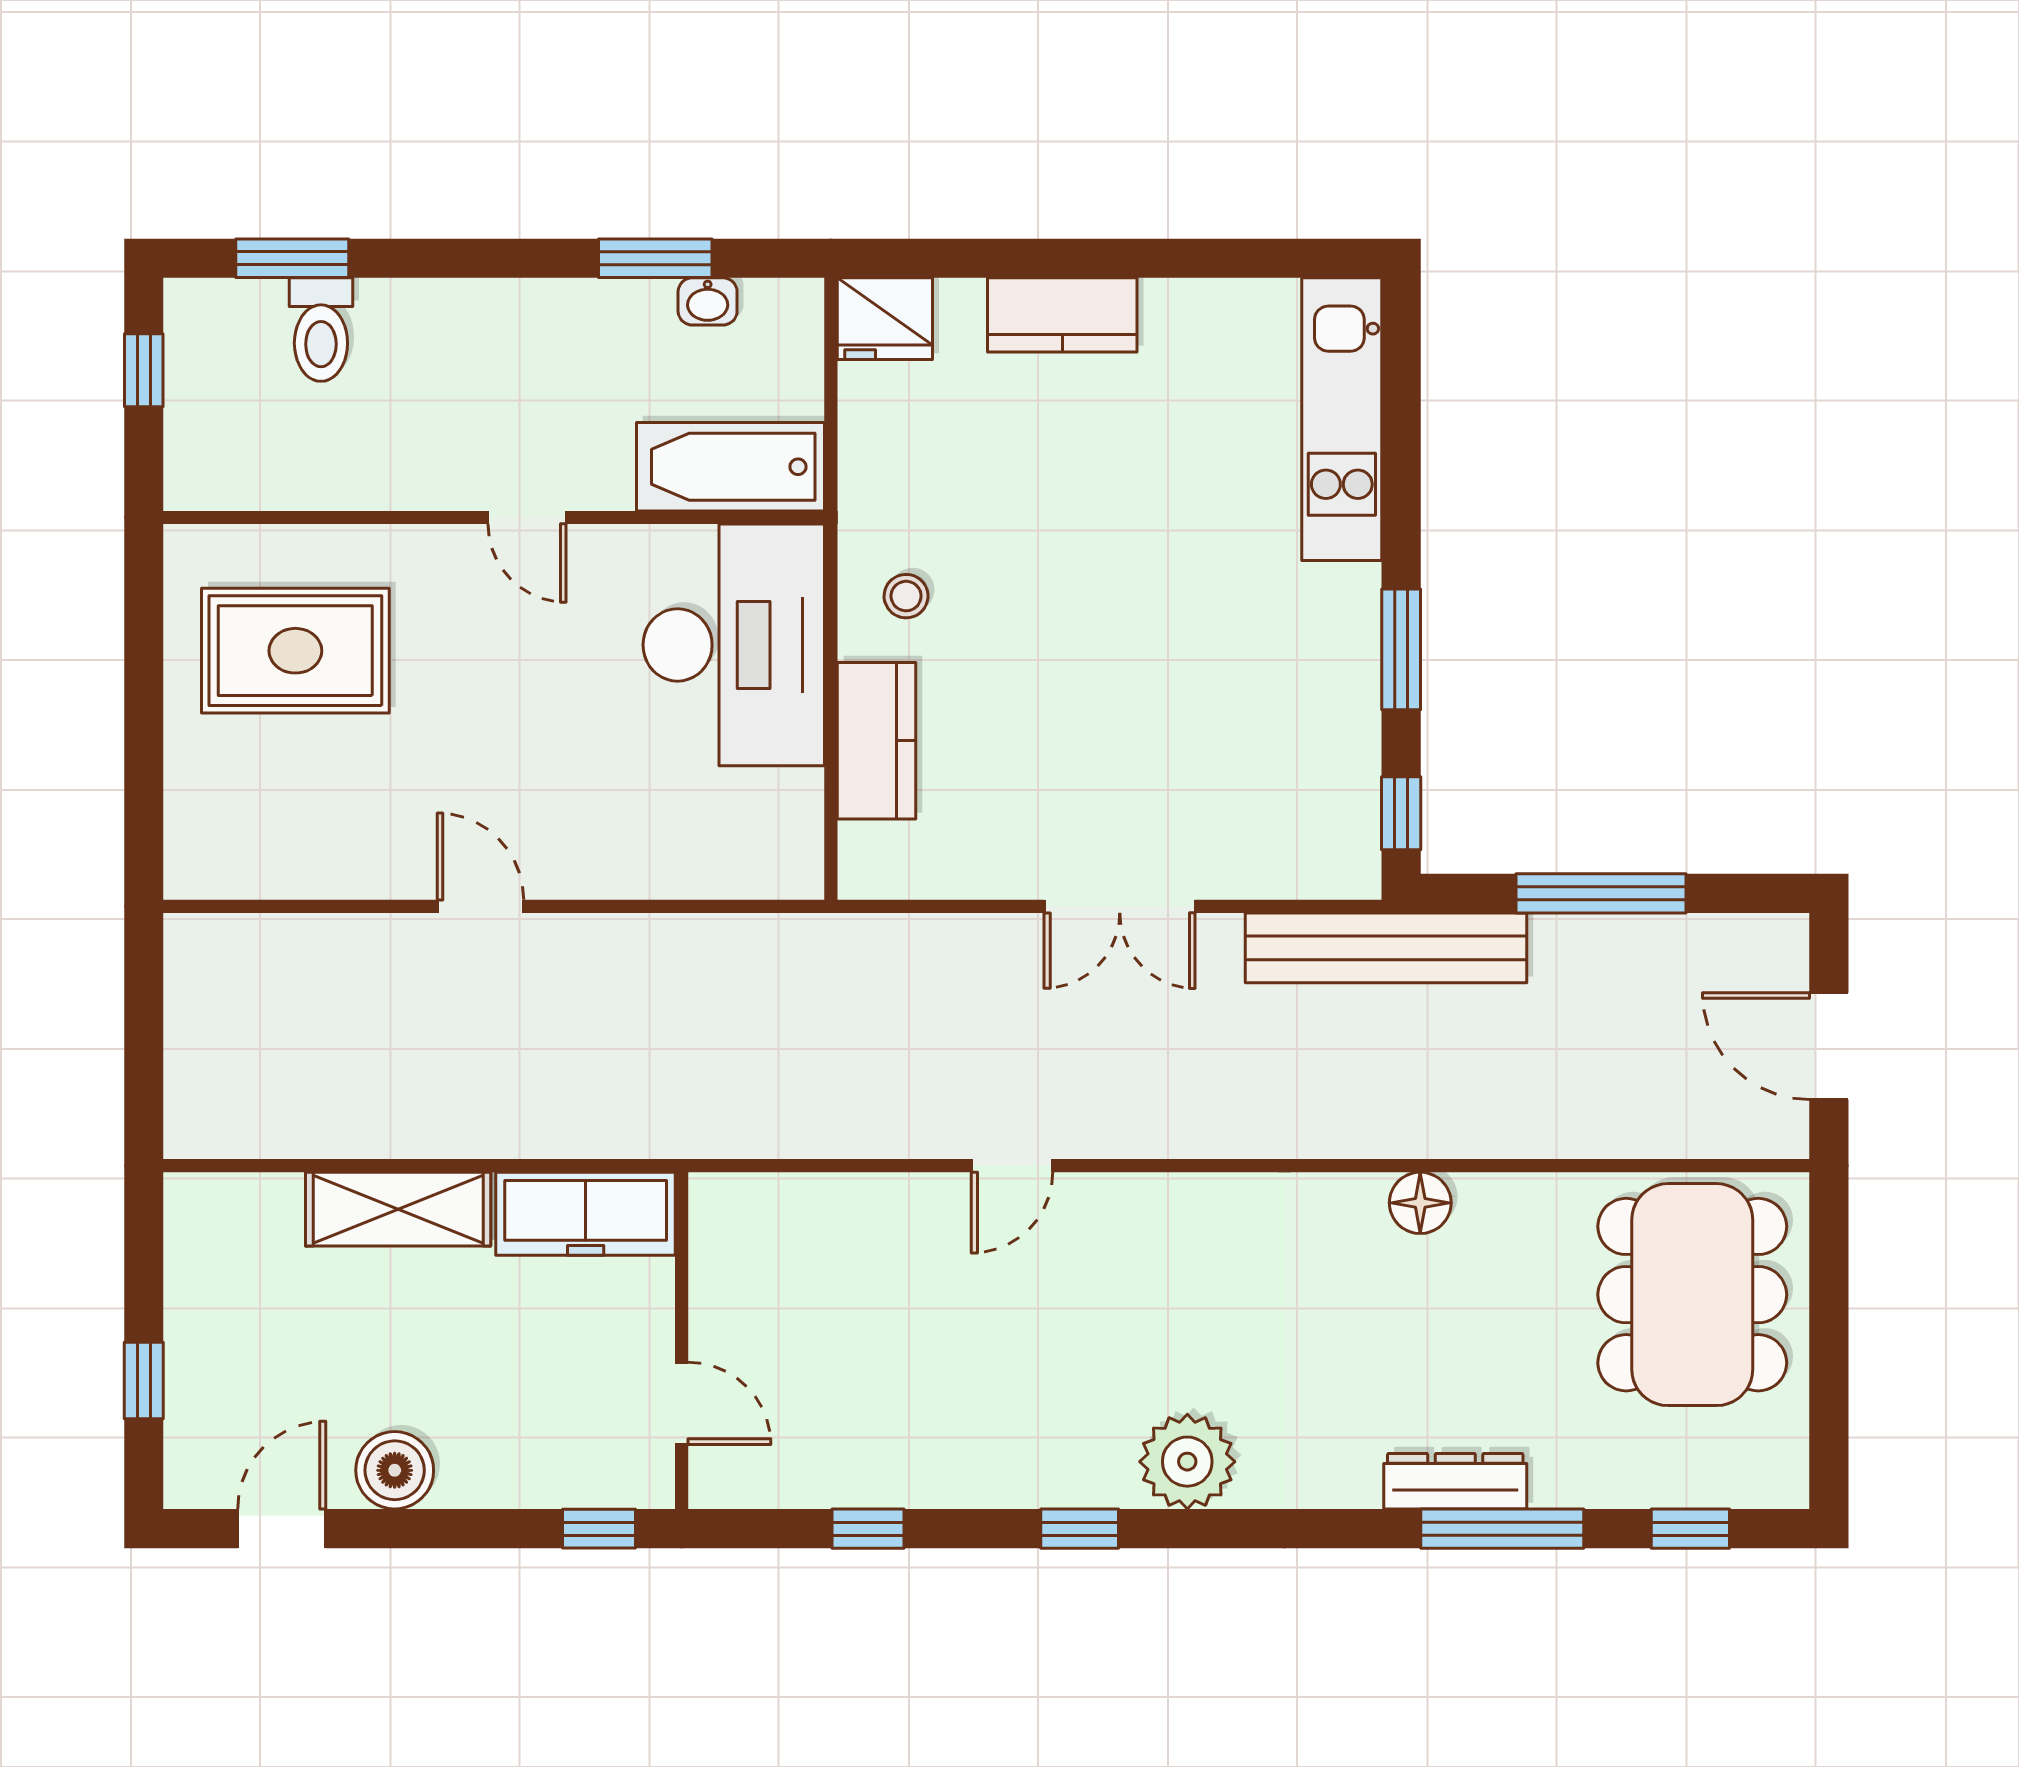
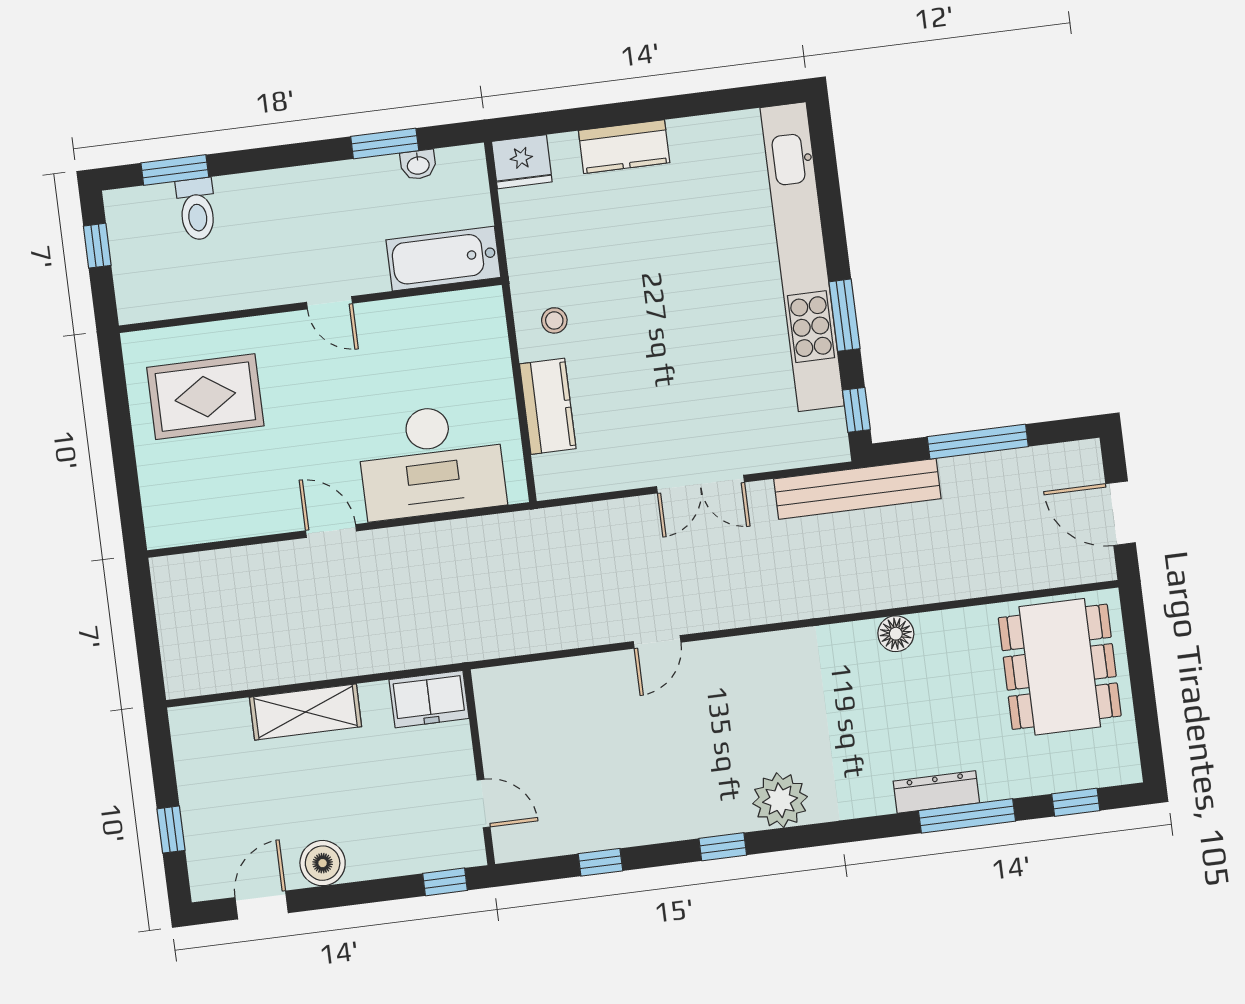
kitchen unit: (1342, 419) -> (802, 257), width x1.86
desk: (734, 645) -> (431, 461), moved, turned 90
freezer: (586, 1214) -> (429, 699), width x0.71

